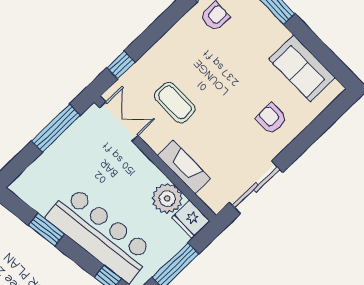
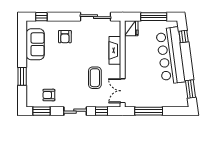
sliding door: (157, 30) -> (75, 111), added
window: (331, 115) -> (41, 17), added
plant: (167, 198) -> (133, 45), removed
window: (46, 230) -> (190, 89), moved

